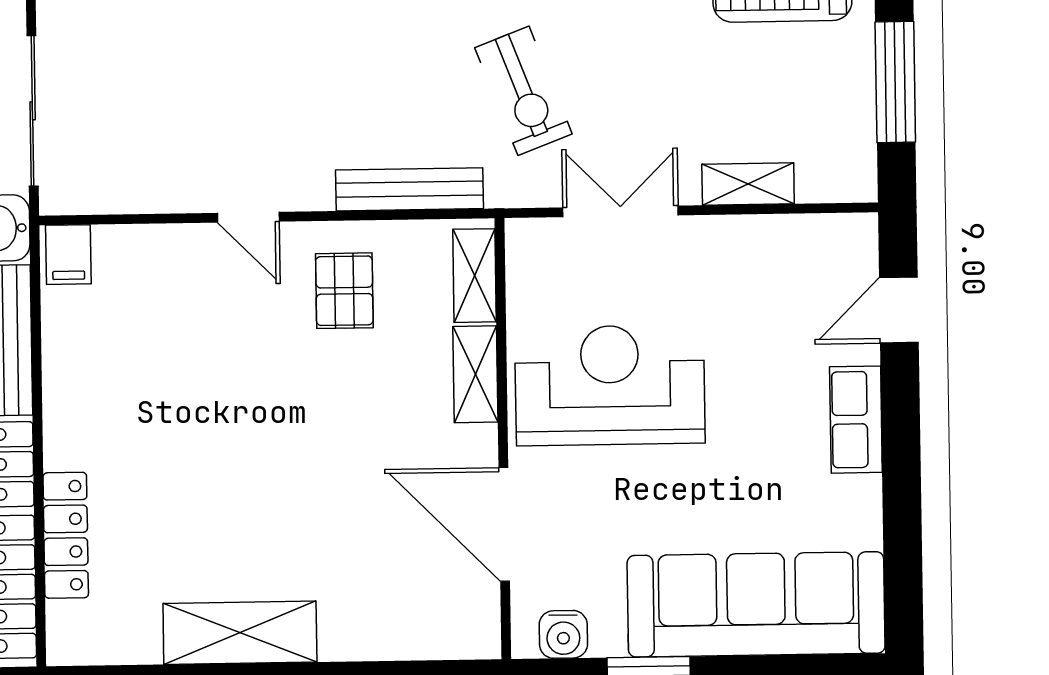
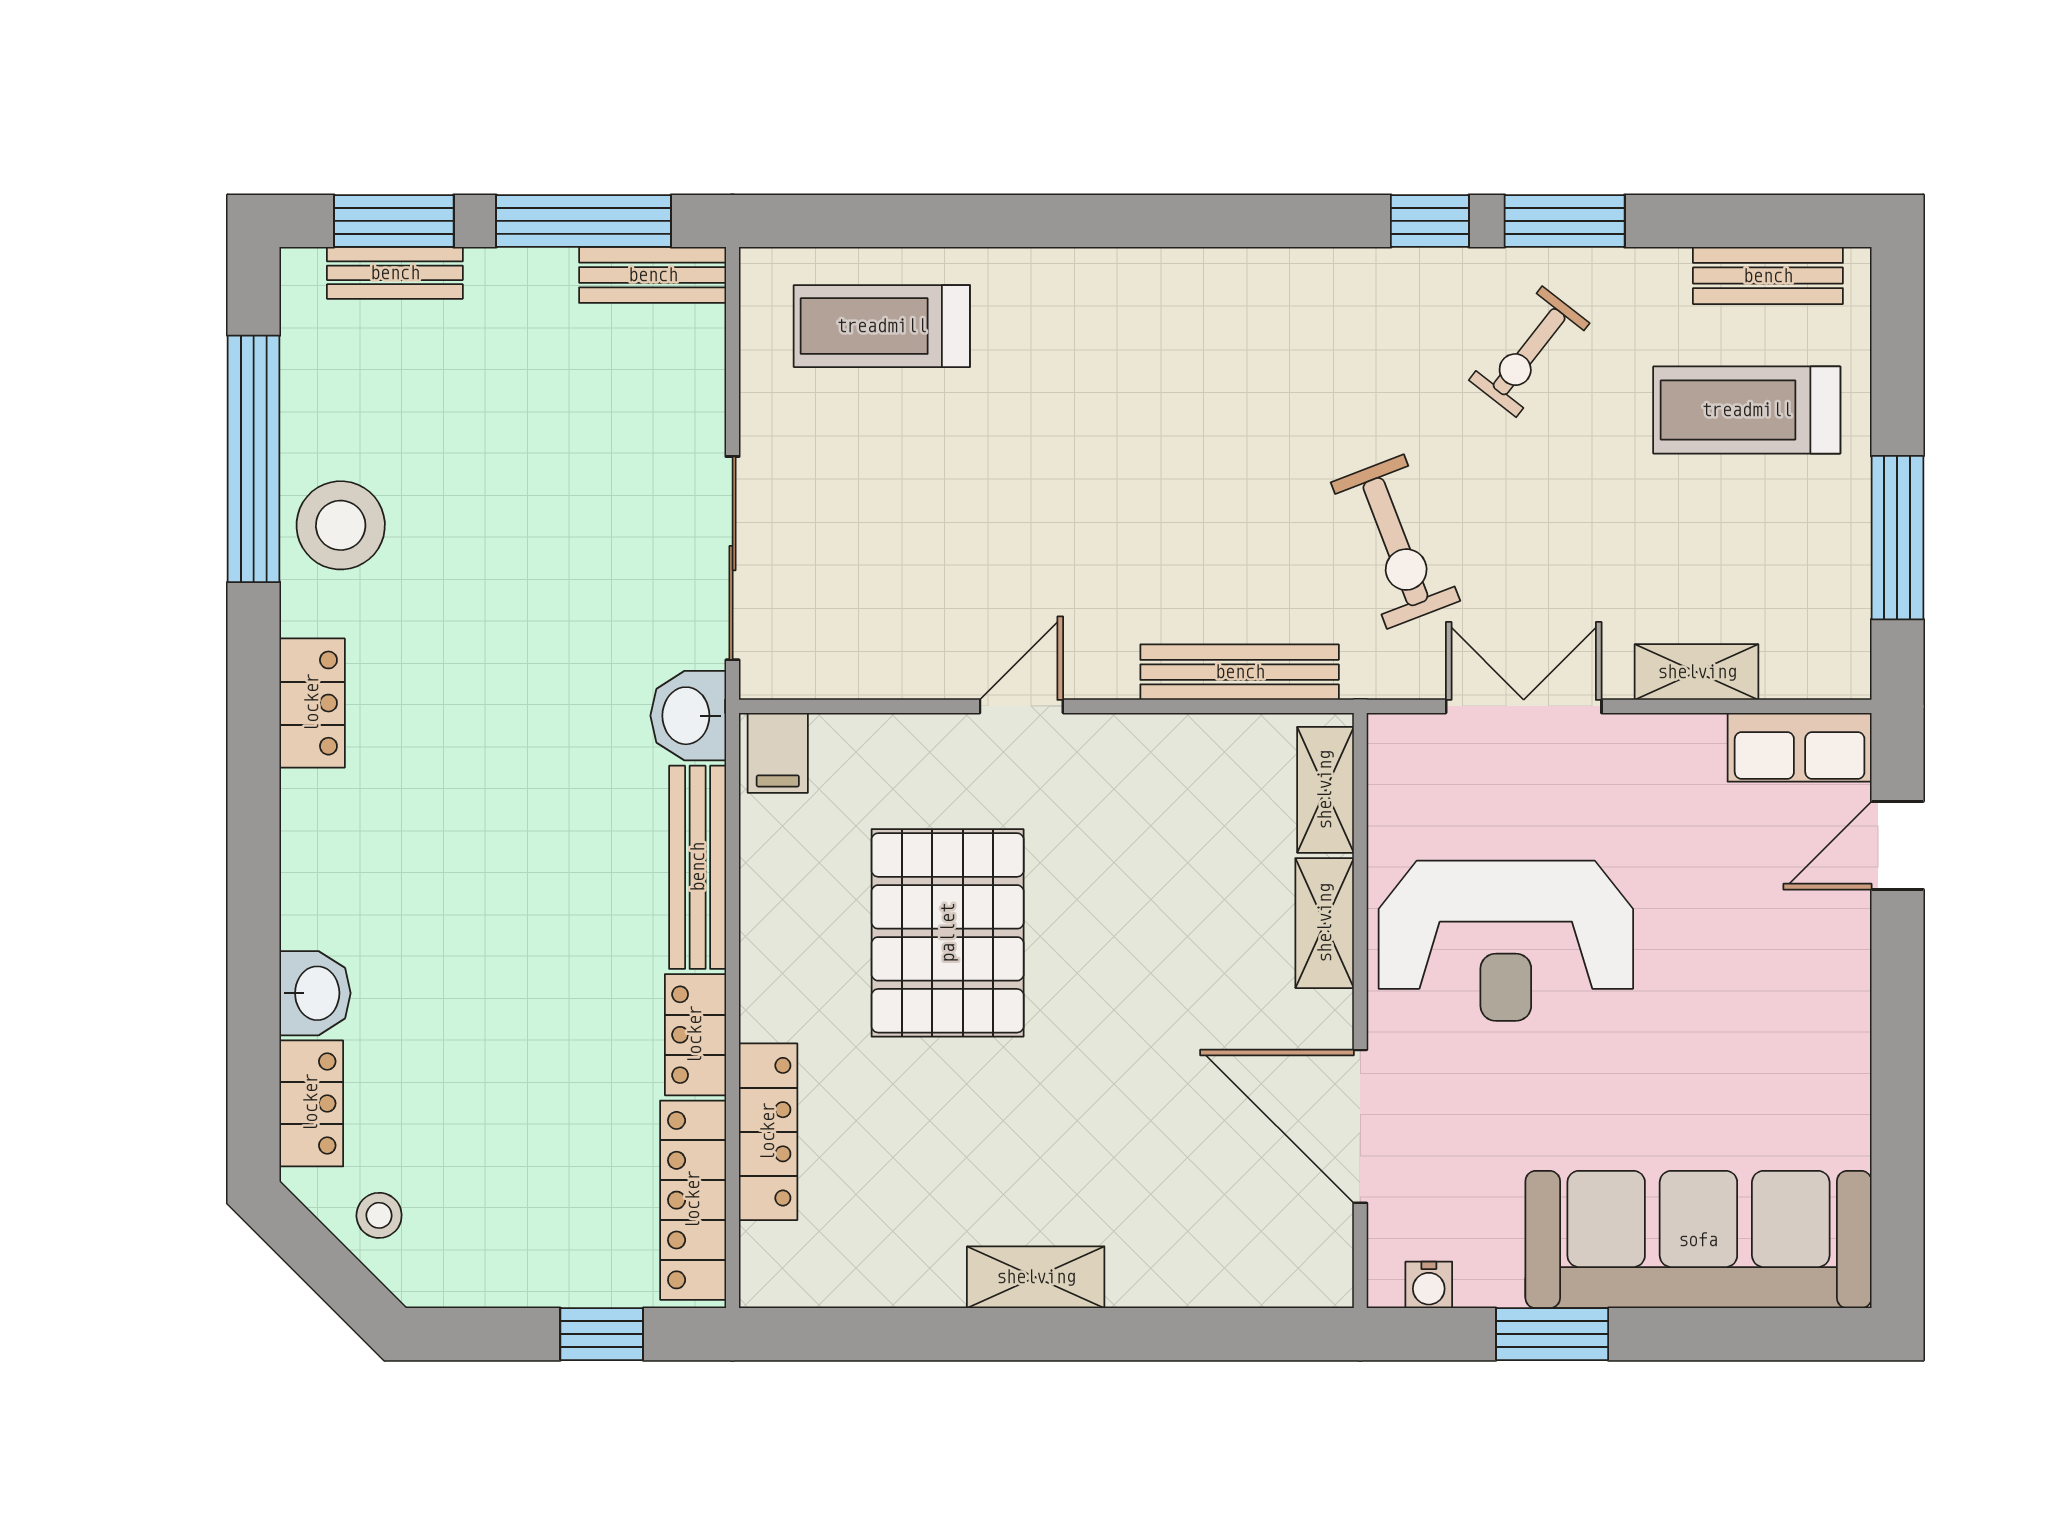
door: (248, 217) -> (1021, 706), swing flipped
pallet: (344, 291) -> (948, 933), moved, width x2.05, depth x2.00
reception desk: (610, 385) -> (1506, 941), turned 180
row of seats: (856, 420) -> (1800, 747), moved, turned -90
shelving: (240, 633) -> (1036, 1277), width x0.67, depth x0.75
water cooler: (563, 634) -> (1429, 1285), width x0.72, depth x0.72

